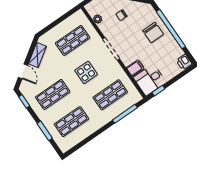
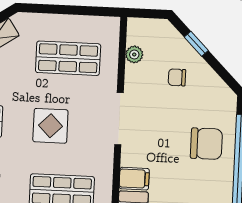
chair: (153, 32) -> (206, 144), turned -90

